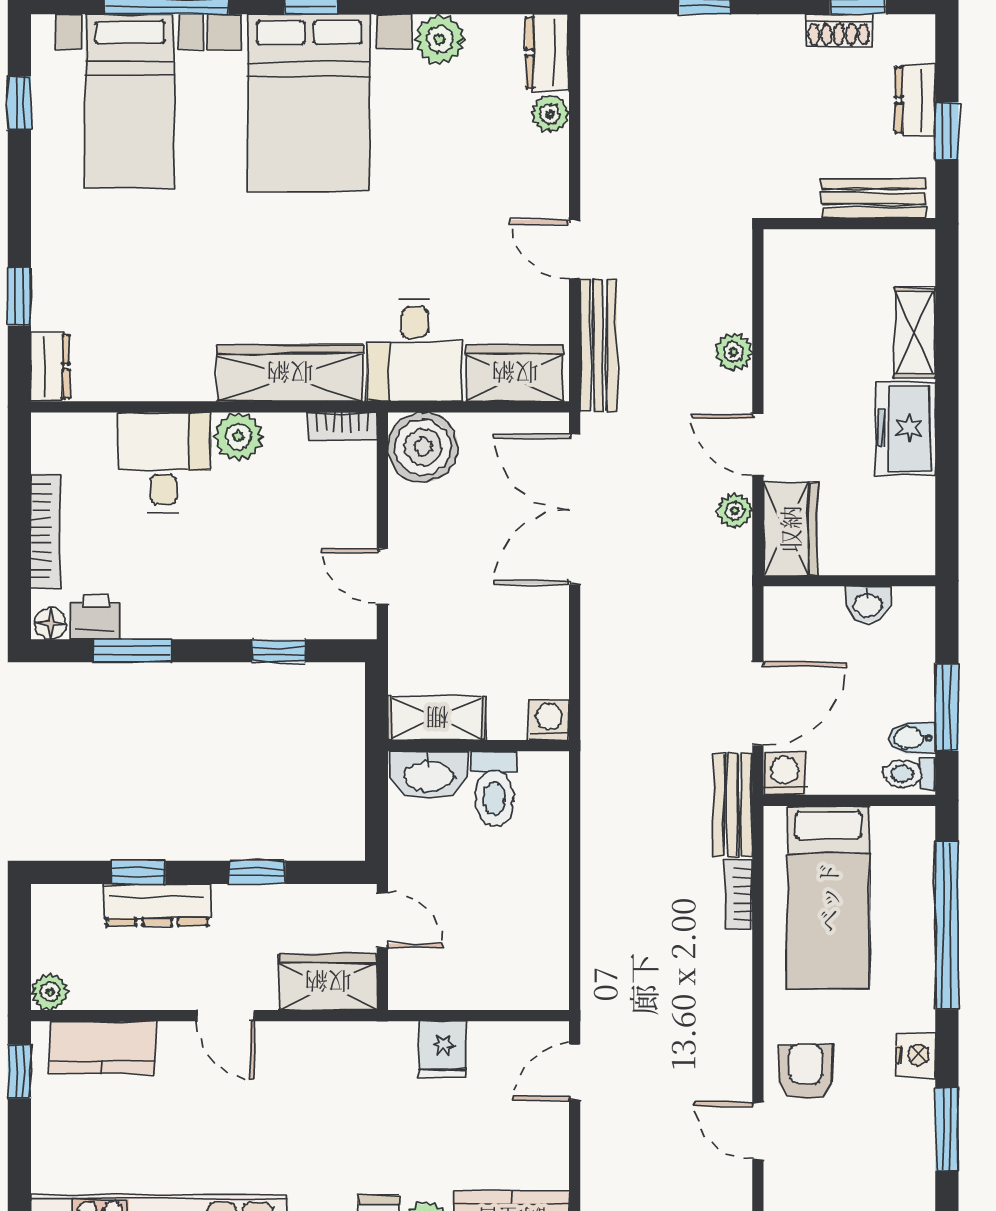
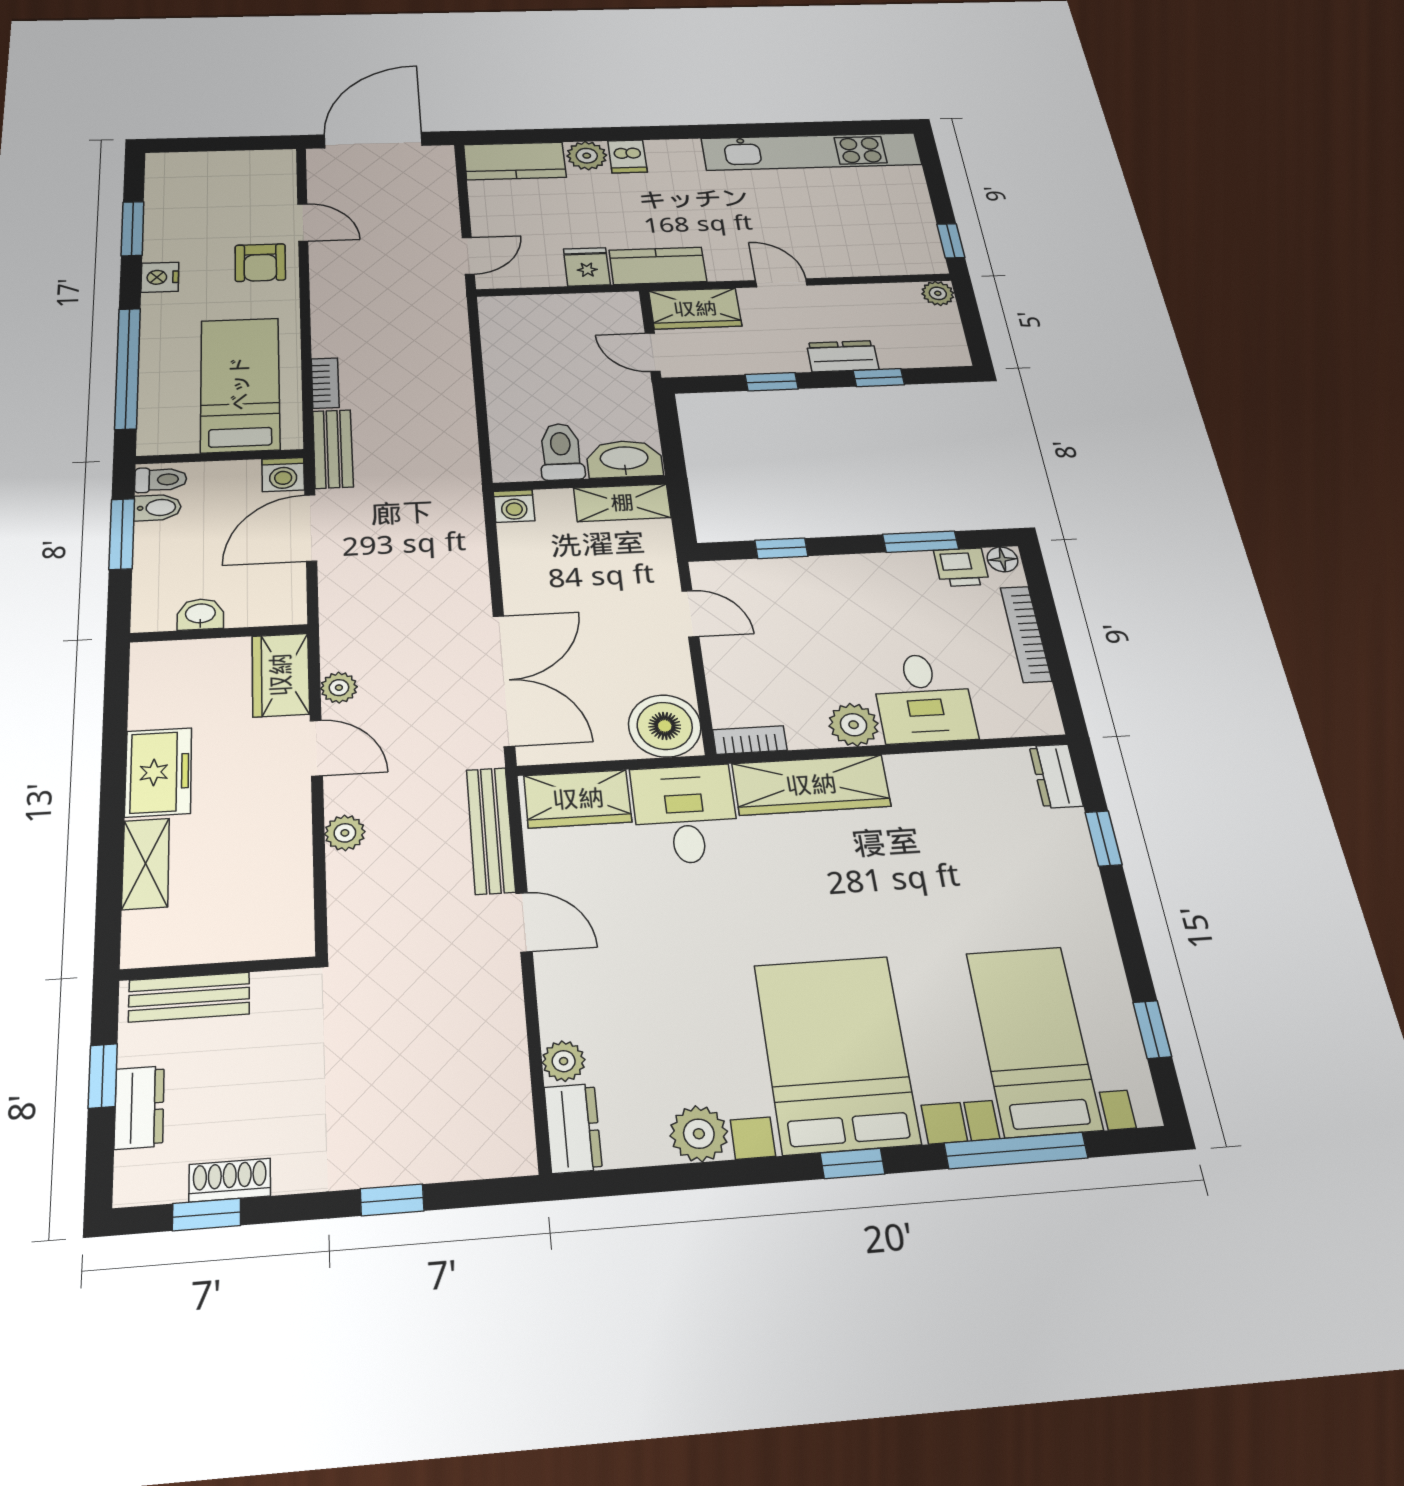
dresser: (157, 905) -> (843, 356), width x0.70
kitchen counter: (102, 1047) -> (658, 266), moved

